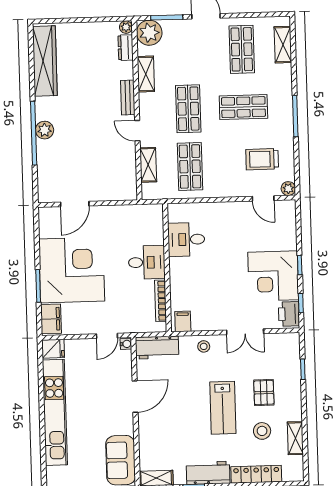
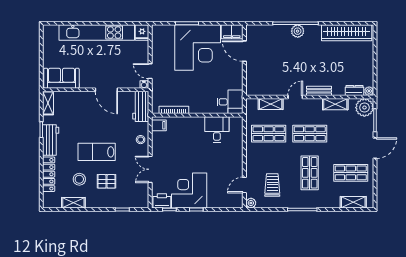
desk: (147, 262) -> (230, 102), moved, turned -90
filing cabinet: (51, 319) -> (232, 32), moved

